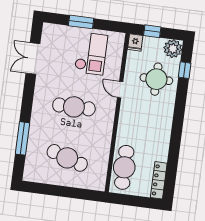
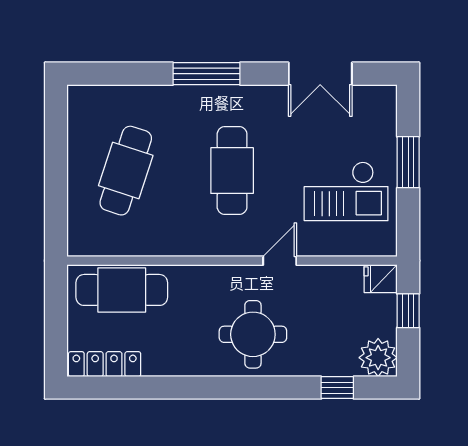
double door: (33, 58) -> (320, 74), swing flipped
round table: (156, 79) -> (253, 334), moved
window: (22, 138) -> (206, 74), moved

